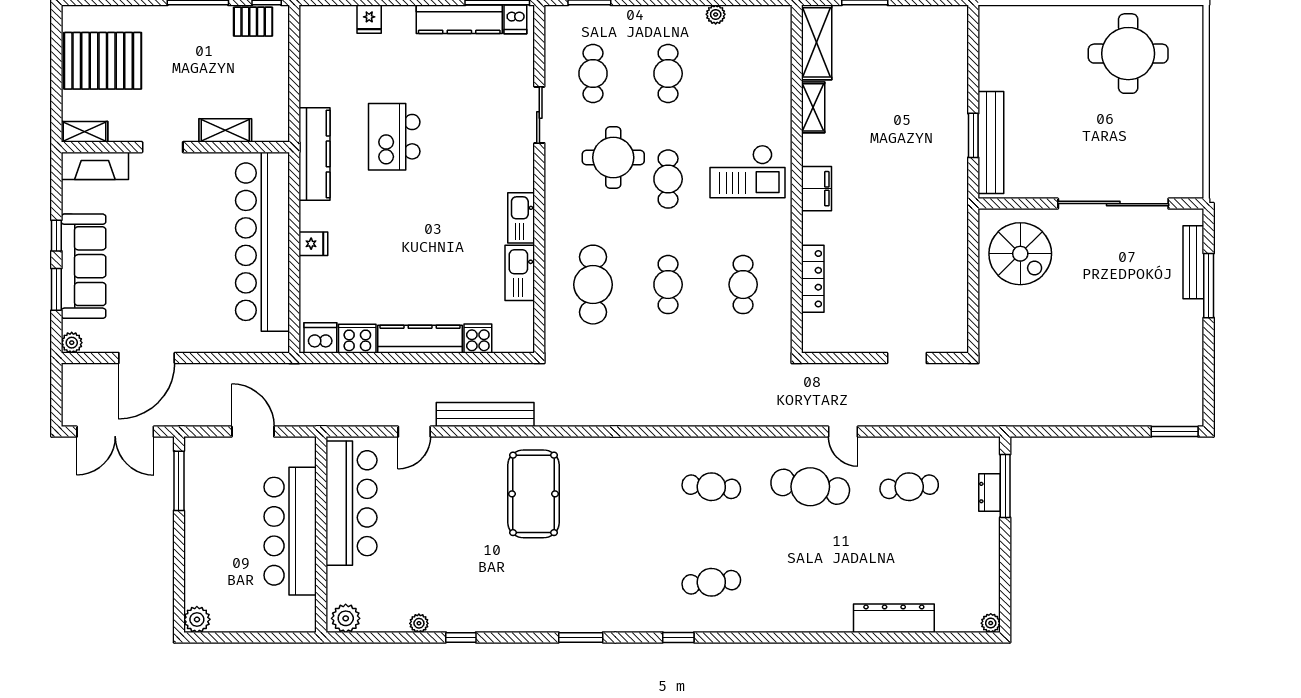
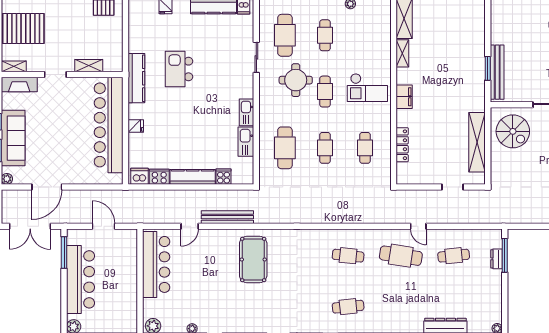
cafe table: (593, 74) -> (285, 35), width x1.37, depth x1.35
shelving: (953, 274) -> (477, 142), added
bar counter: (290, 531) -> (81, 279), moved, turned 180

